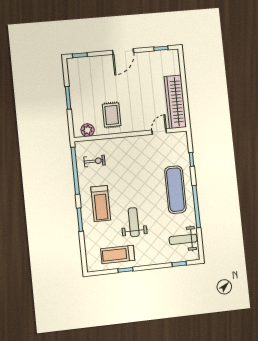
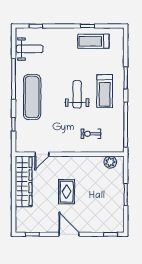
door: (123, 52) -> (69, 234), hinge flipped
rug: (112, 115) -> (67, 192), moved
exercise bike: (95, 161) -> (91, 134), moved
treadmill: (101, 203) -> (105, 91), turned 180
weight bench: (134, 222) -> (77, 94), moved, turned 180
treadmill: (118, 255) -> (93, 41), turned 180

